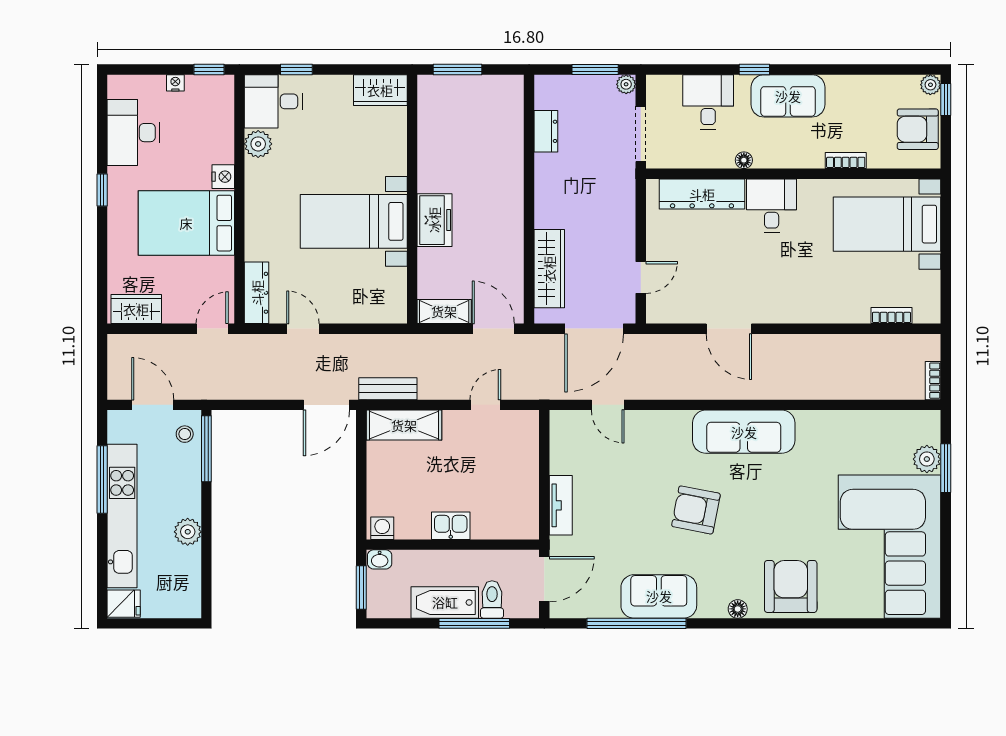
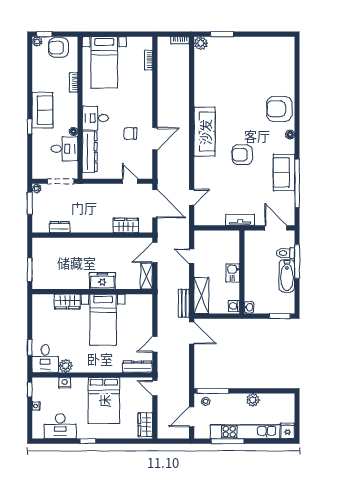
wardrobe: (380, 90) -> (67, 302), moved, turned 90
desk: (708, 102) -> (64, 149), moved, turned 180
armchair: (918, 129) -> (59, 48), turned 90
nightstand: (223, 177) -> (65, 383), moved
wardrobe: (549, 269) -> (126, 225), width x0.67
chair: (740, 278) -> (130, 133), added
plant: (927, 459) -> (201, 43), moved
armchair: (696, 510) -> (242, 155), turned 79
kitchen sink: (451, 526) -> (233, 273), moved
washing machine: (382, 528) -> (234, 306), moved
wall: (453, 545) -> (242, 272), moved
corner sofa: (890, 547) -> (260, 61), removed
washbasin: (380, 559) -> (249, 307), moved

